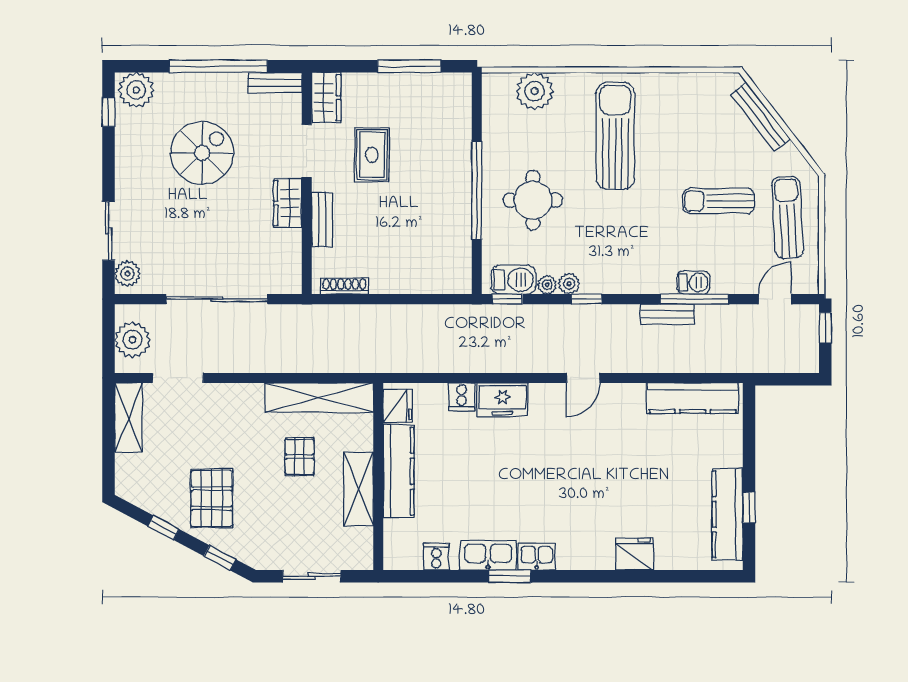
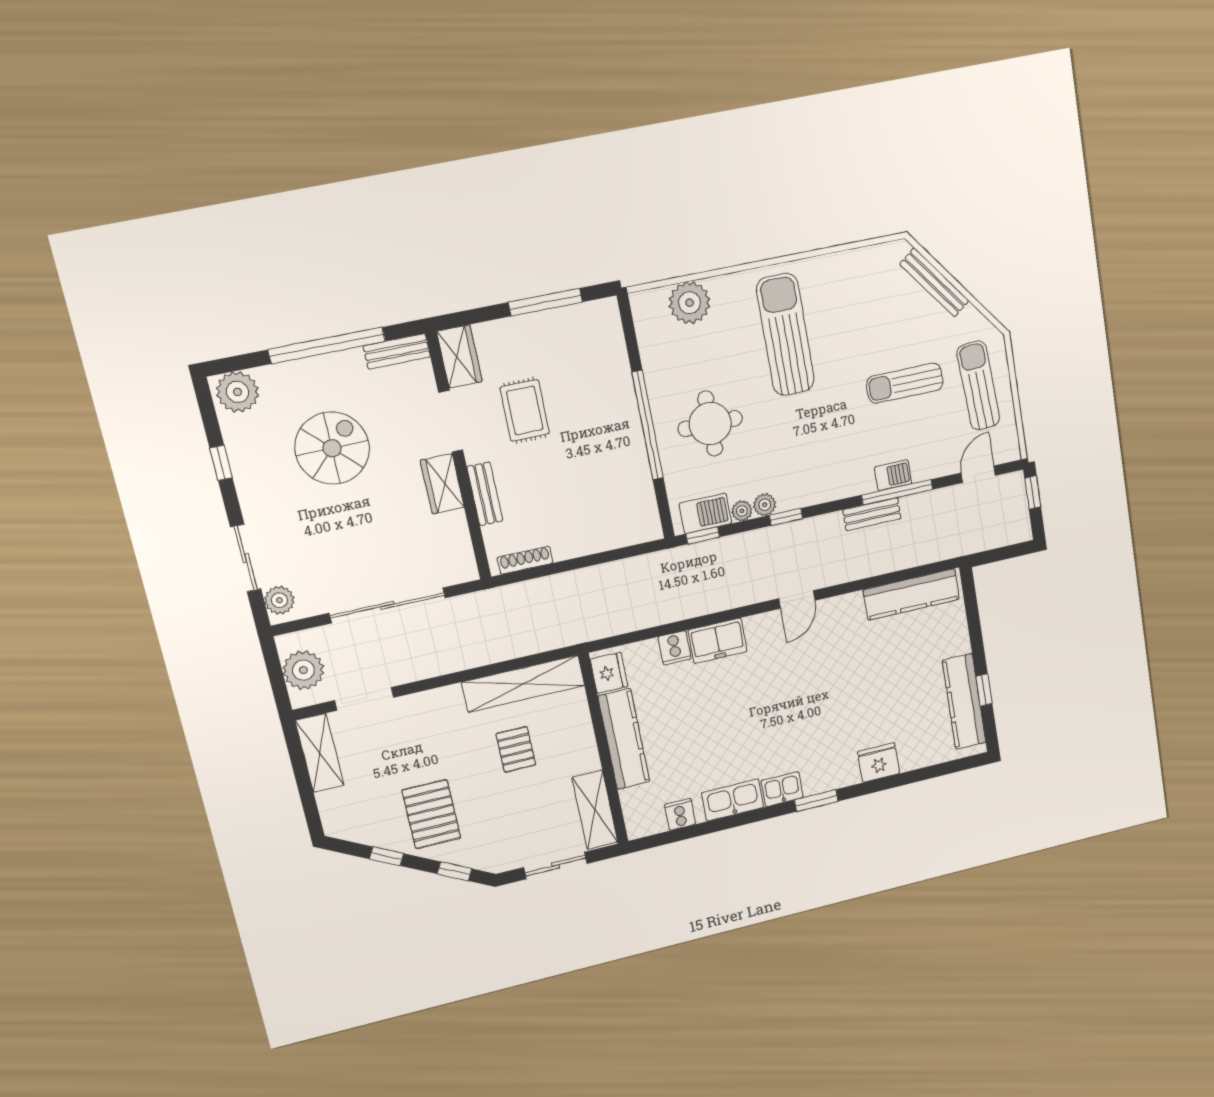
window: (108, 112) -> (221, 463), moved
shelving: (359, 489) -> (595, 810), moved
window: (510, 576) -> (816, 801), moved

